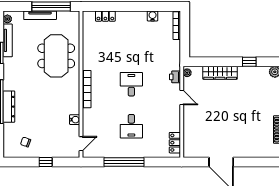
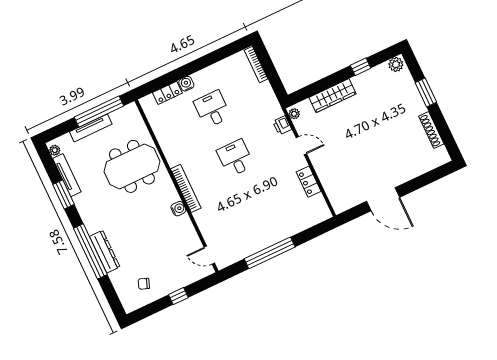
water cooler: (153, 16) -> (186, 84), moved
meeting table: (56, 56) -> (132, 166), turned 90
water cooler: (75, 120) -> (178, 209), moved
desk: (131, 126) -> (212, 109), moved, turned 180
locker: (175, 143) -> (309, 182), moved
door: (81, 144) -> (209, 255), swing flipped

